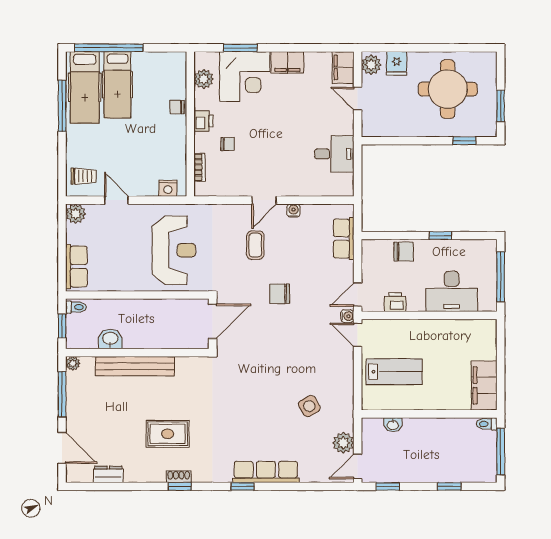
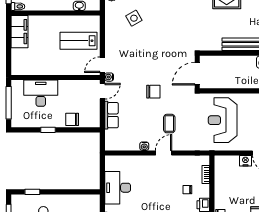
desk: (334, 154) -> (118, 188), width x1.37
nightstand: (168, 188) -> (245, 161), moved
row of seats: (344, 239) -> (111, 115), moved
printer: (395, 302) -> (78, 86), removed
door: (358, 335) -> (102, 65), swing flipped

